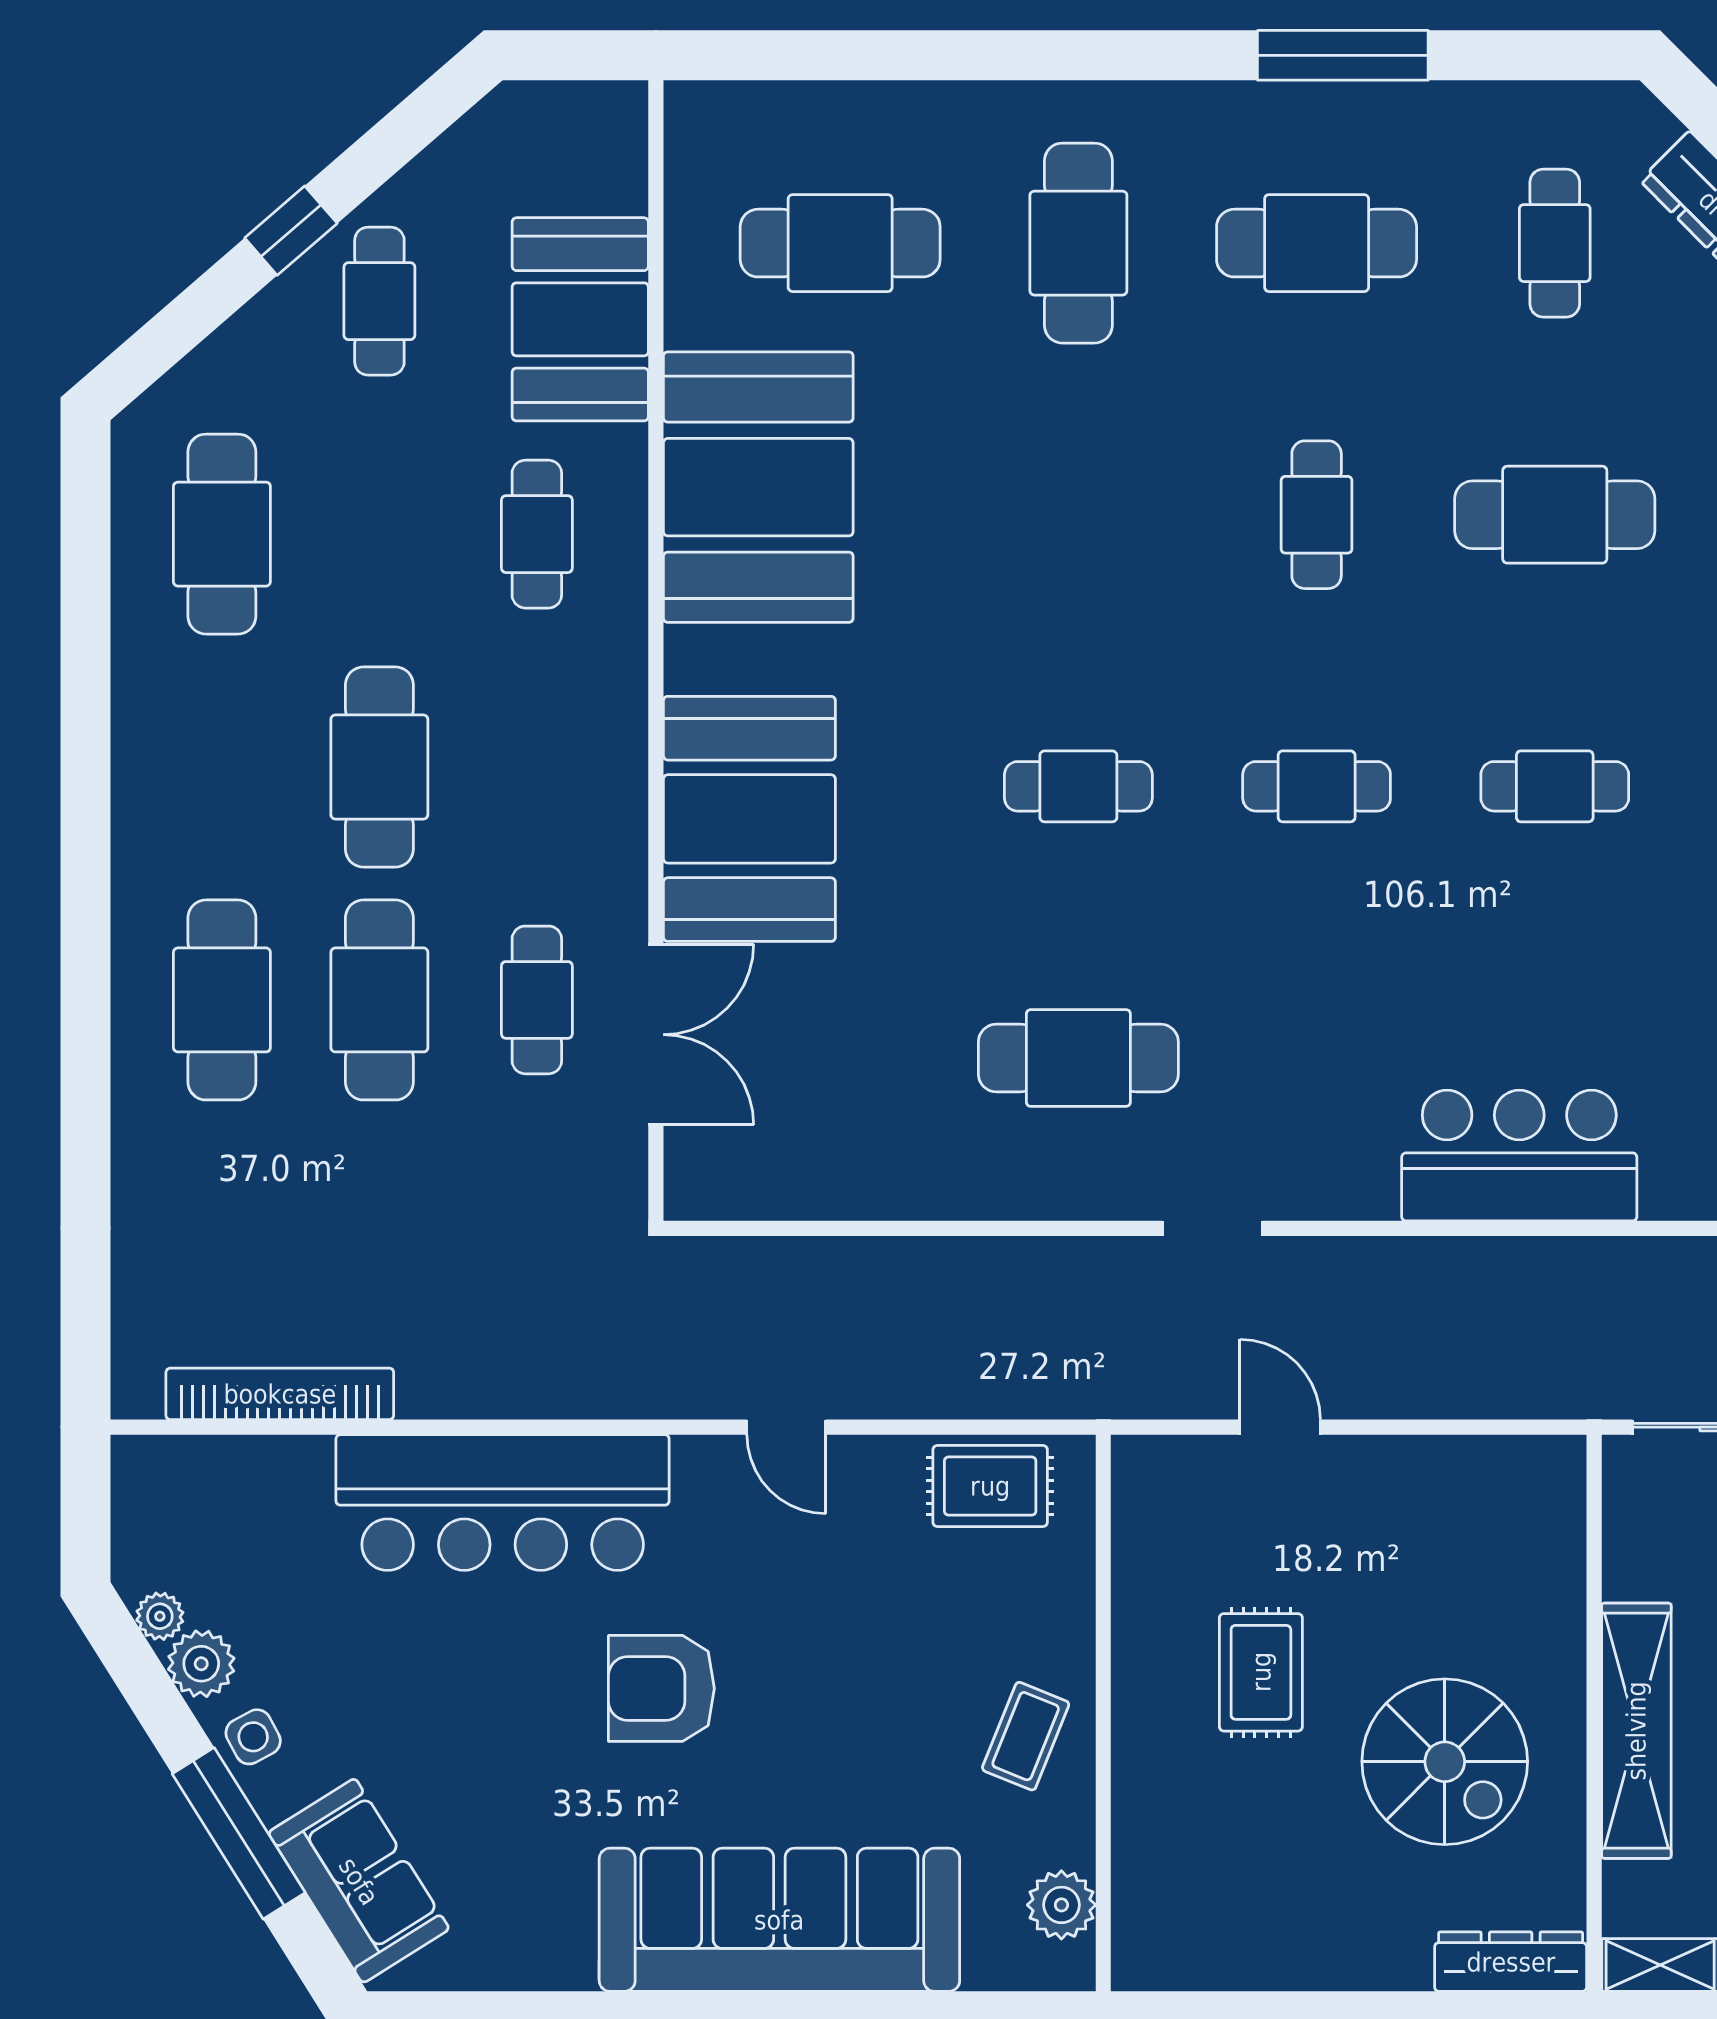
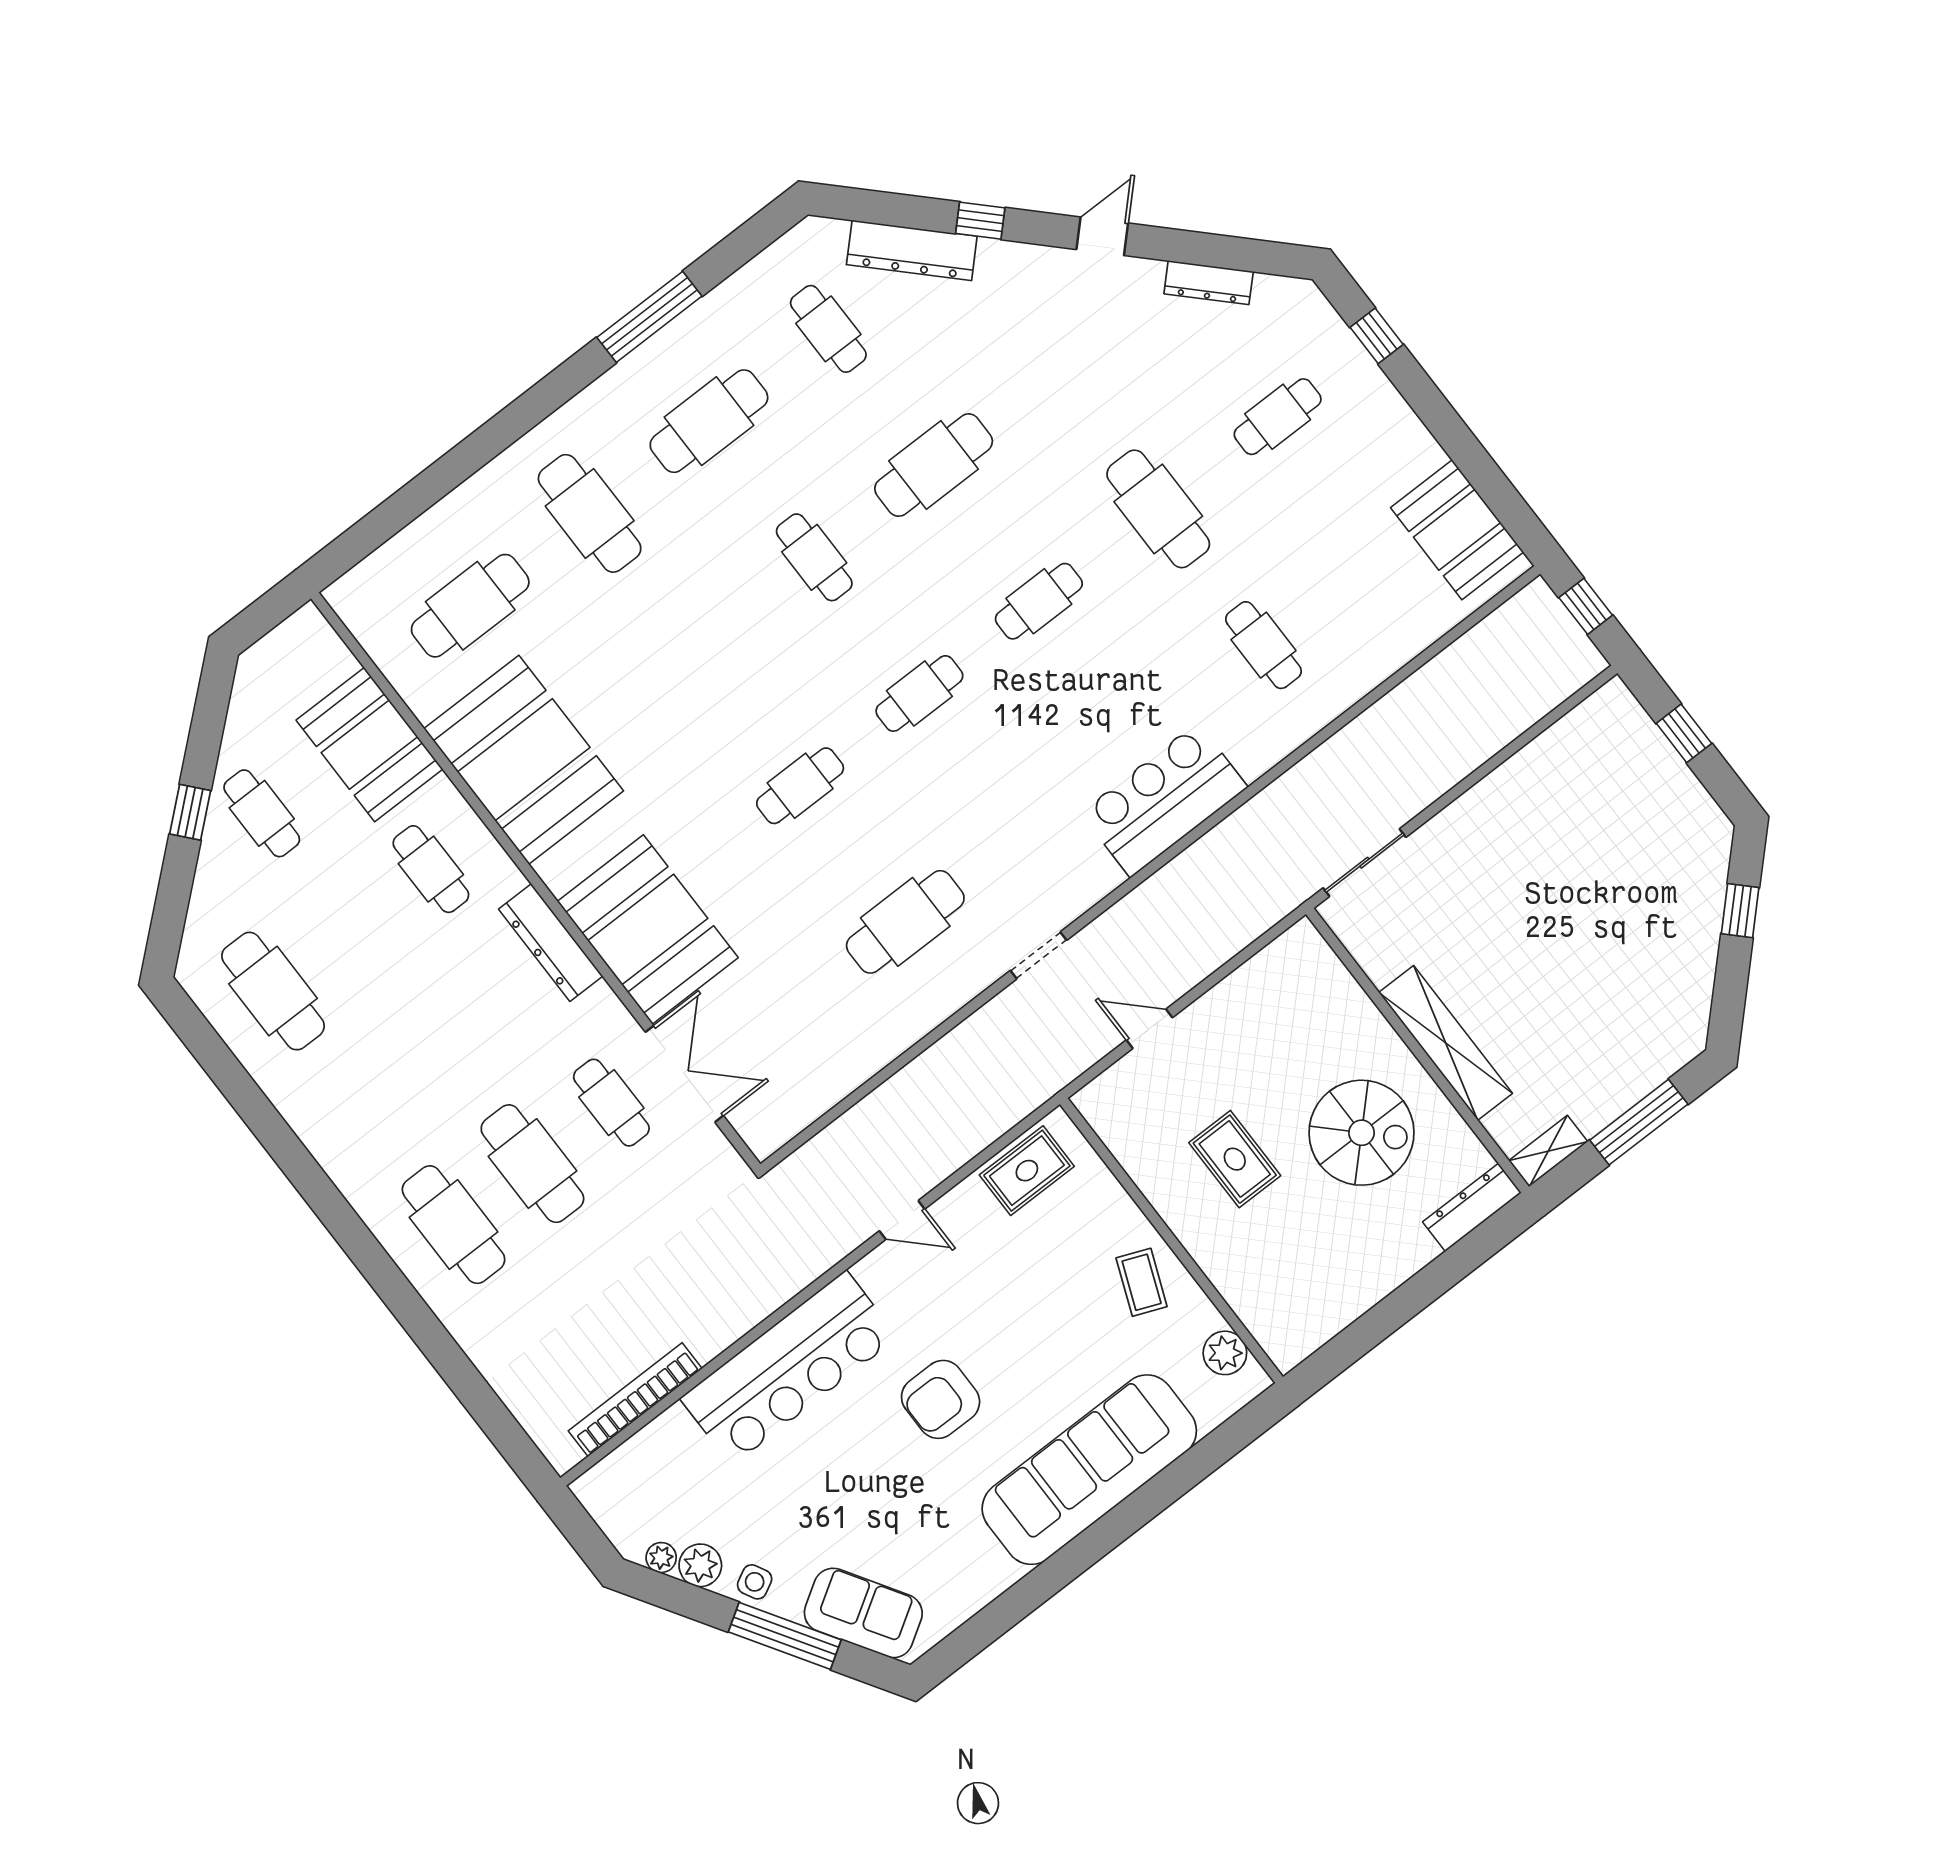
dresser: (616, 742) -> (551, 943), added
cafe table: (379, 767) -> (442, 1047), removed

